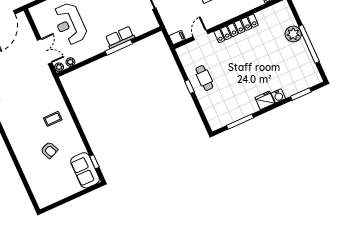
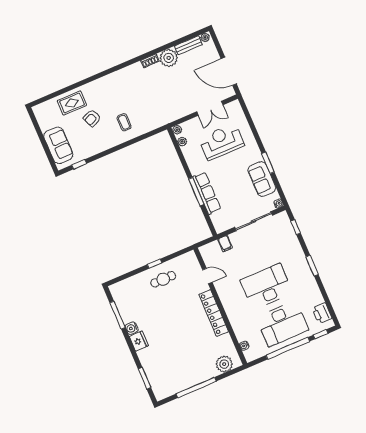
plant: (293, 34) -> (224, 364), moved
row of seats: (120, 37) -> (207, 193), width x1.48
filing cabinet: (177, 38) -> (225, 244), moved
double door: (45, 51) -> (210, 108), moved
water cooler: (278, 96) -> (132, 328), moved
rug: (35, 170) -> (72, 103), added
sofa: (85, 170) -> (58, 145), moved, turned 90

